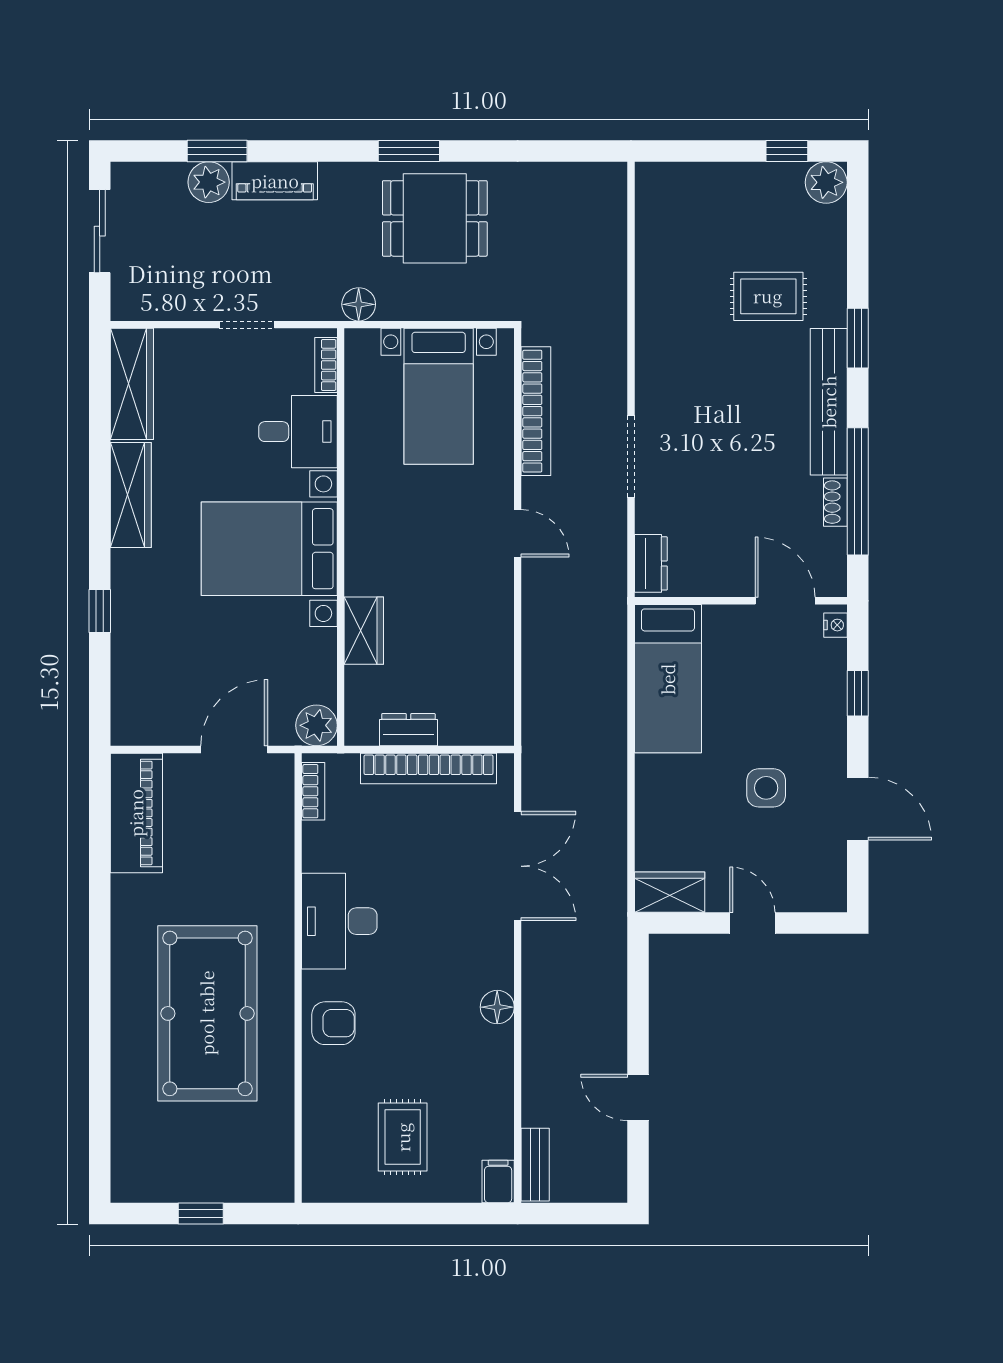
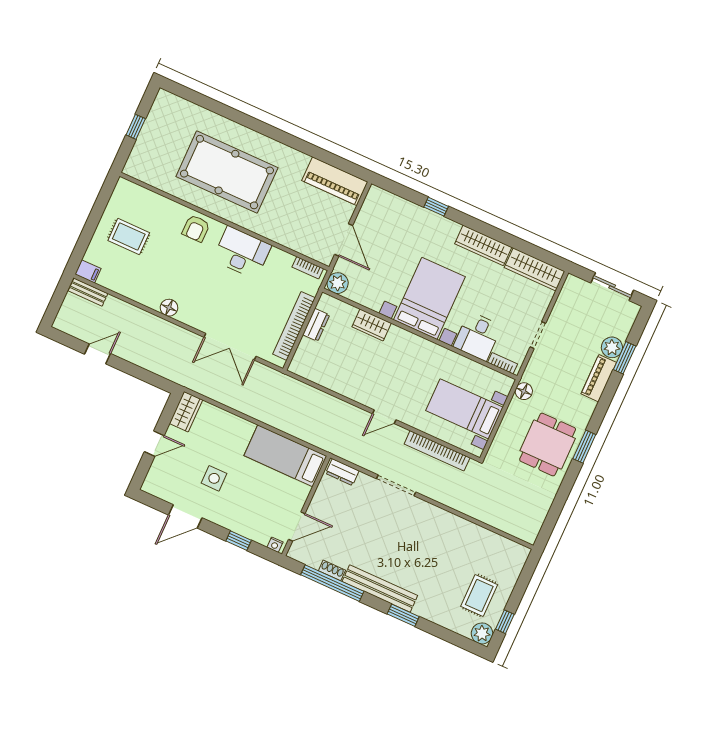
rug: (768, 296) -> (479, 595), moved

